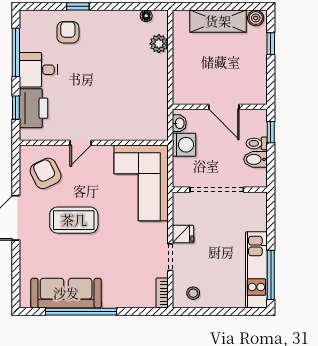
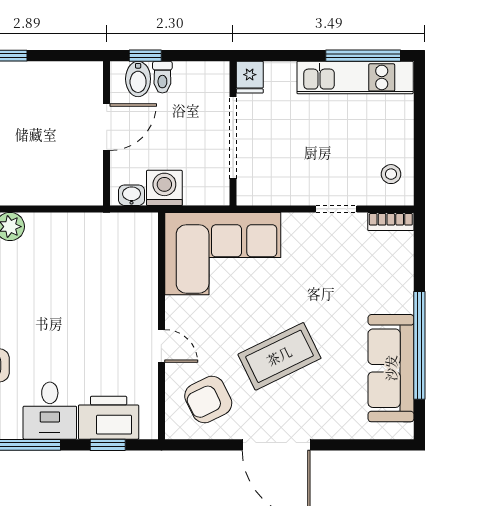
bidet: (255, 159) -> (138, 79), moved
coffee table: (74, 220) -> (279, 356), turned 64
fridge: (183, 234) -> (250, 77), moved, turned 180

